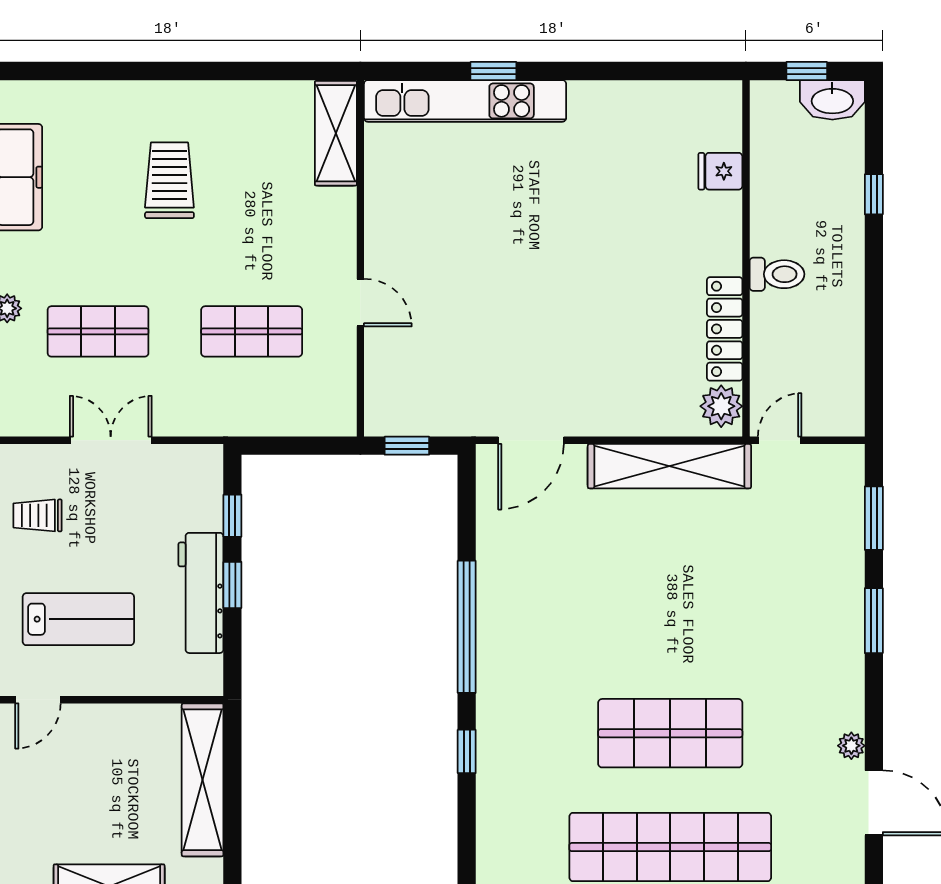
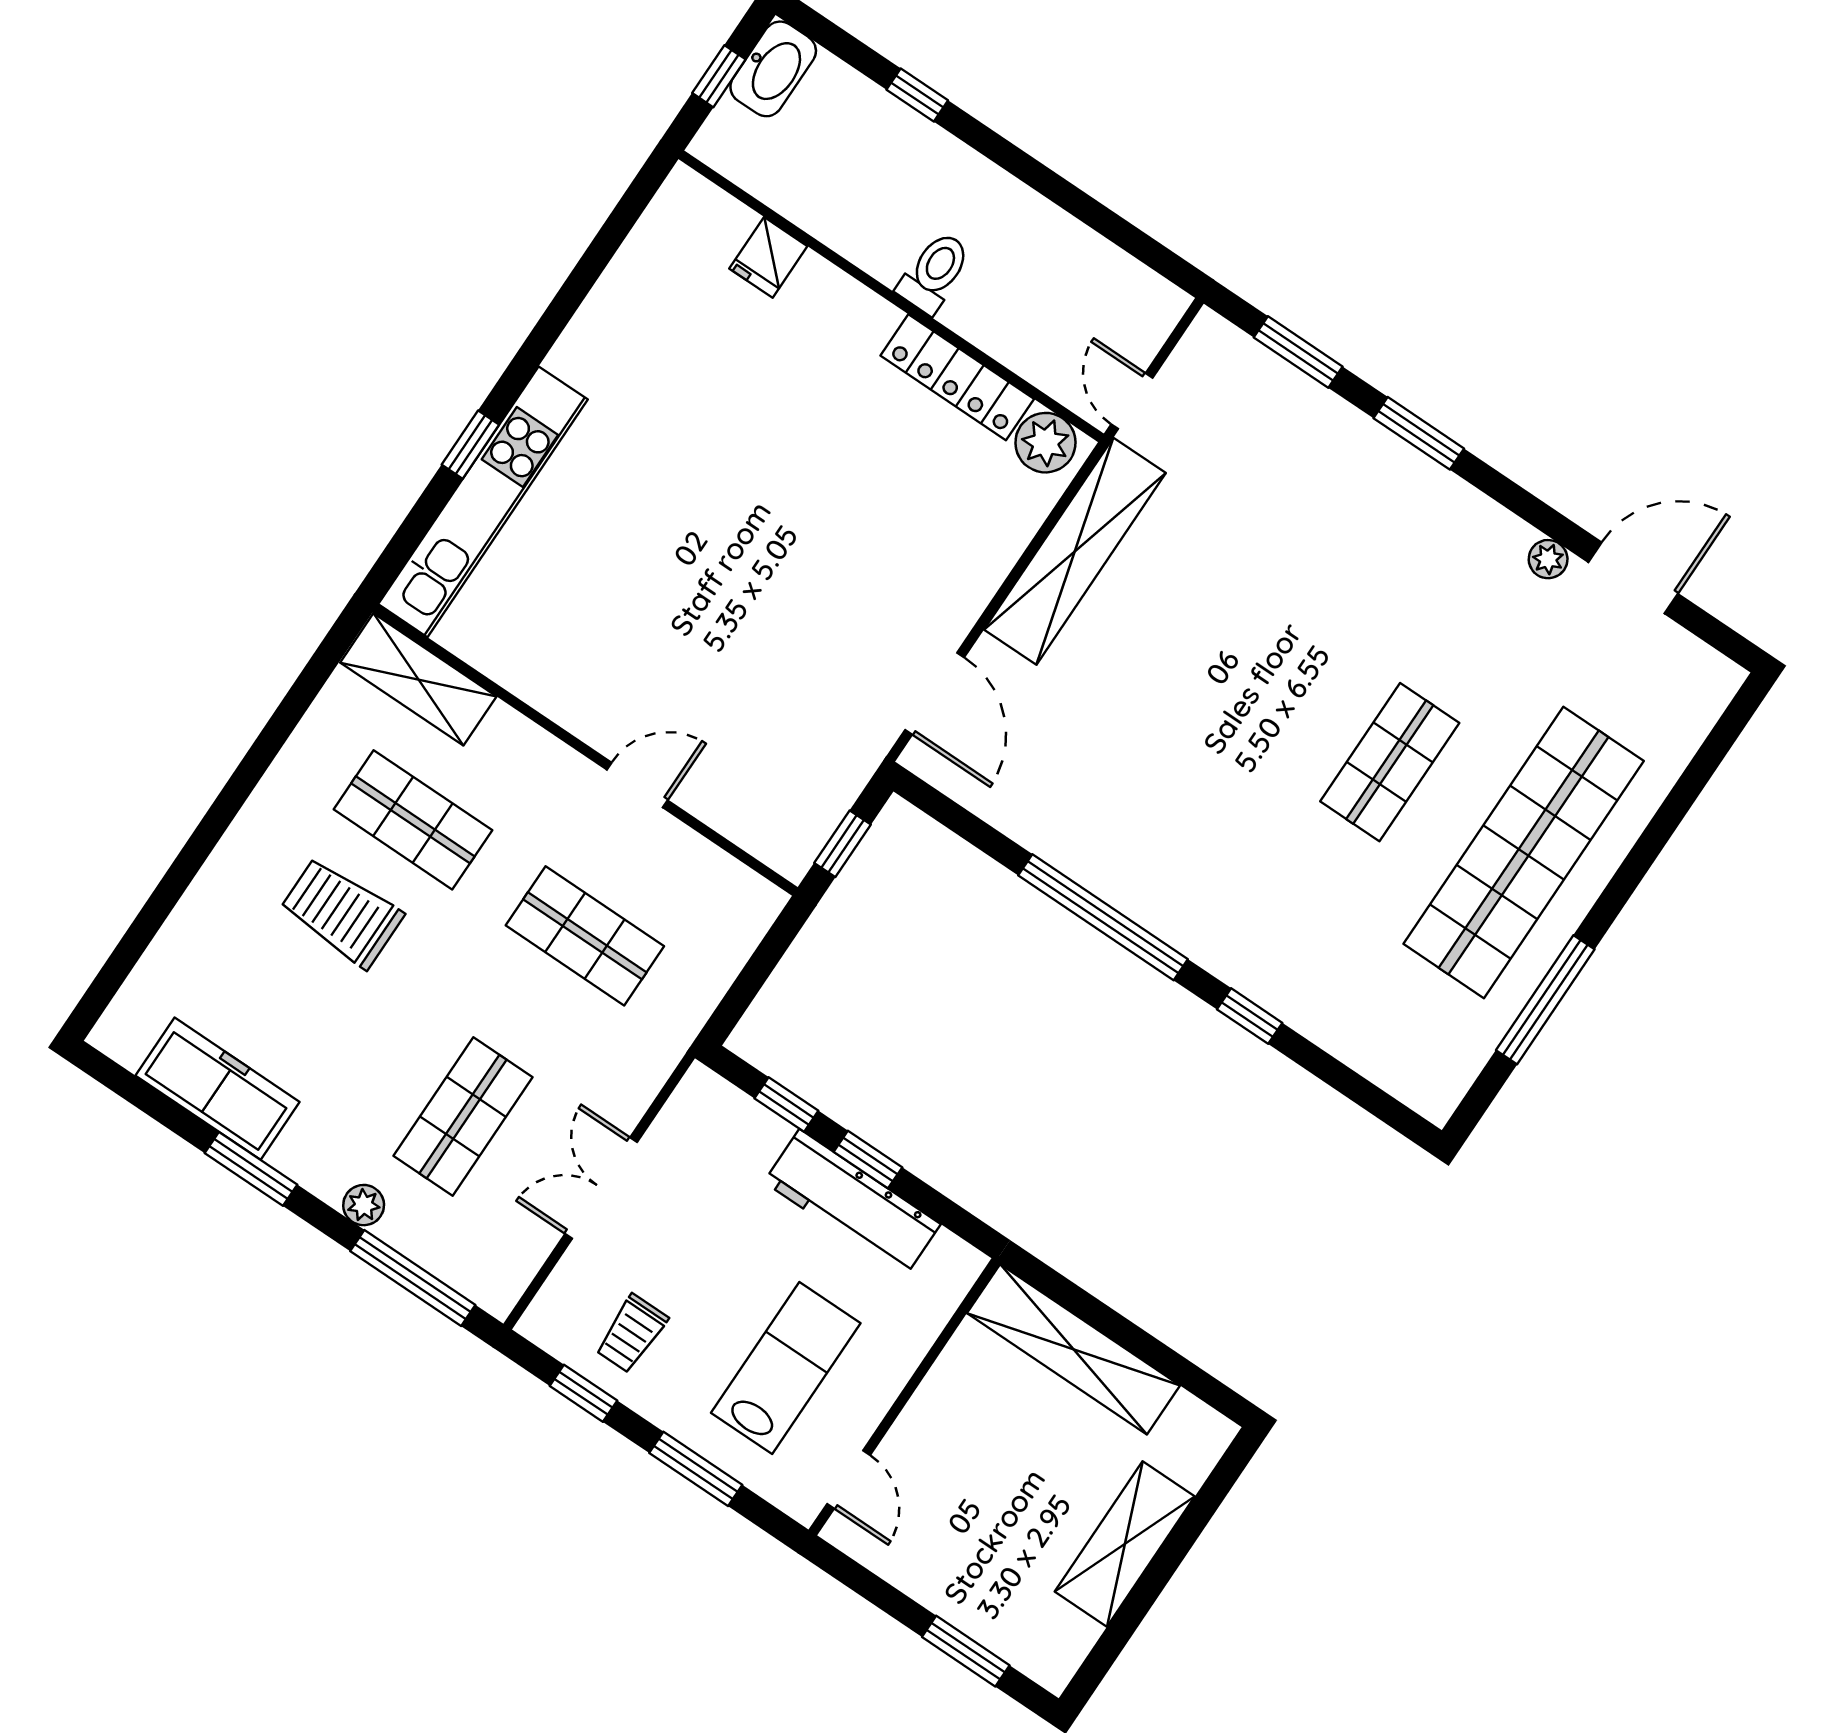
shop shelf: (252, 185) -> (413, 820), added
shop shelf: (252, 331) -> (585, 936), turned 90
shop shelf: (670, 733) -> (1390, 762), width x0.70, depth x0.74

